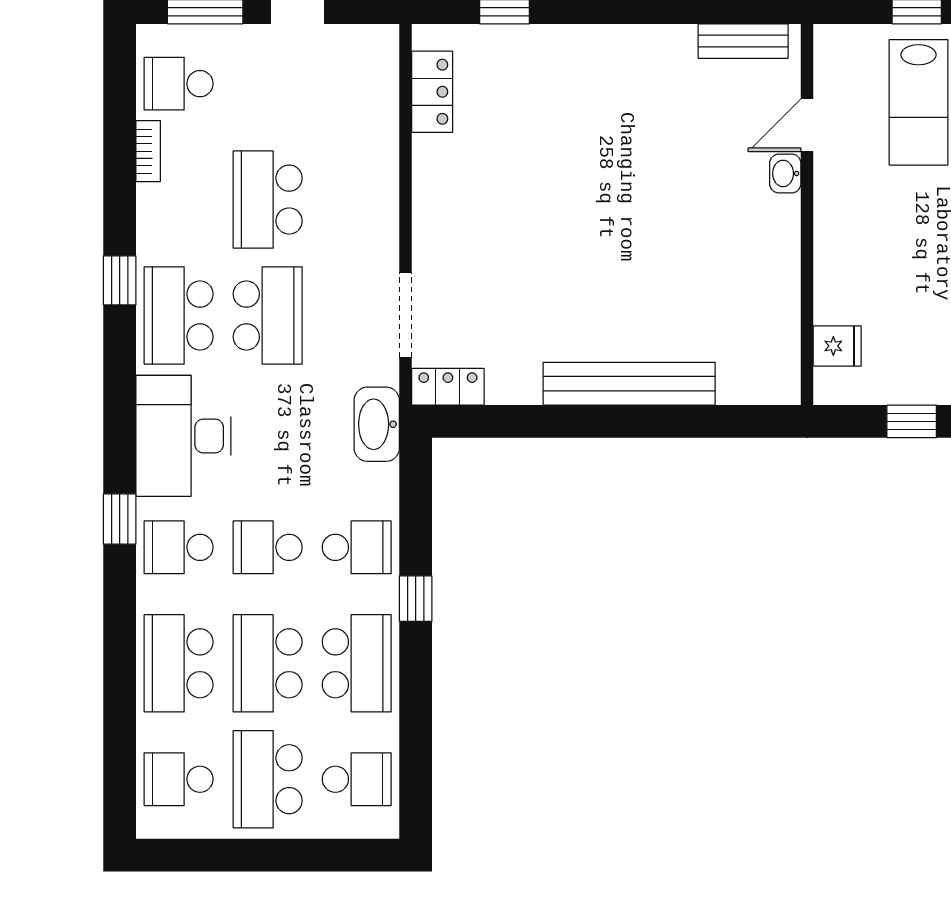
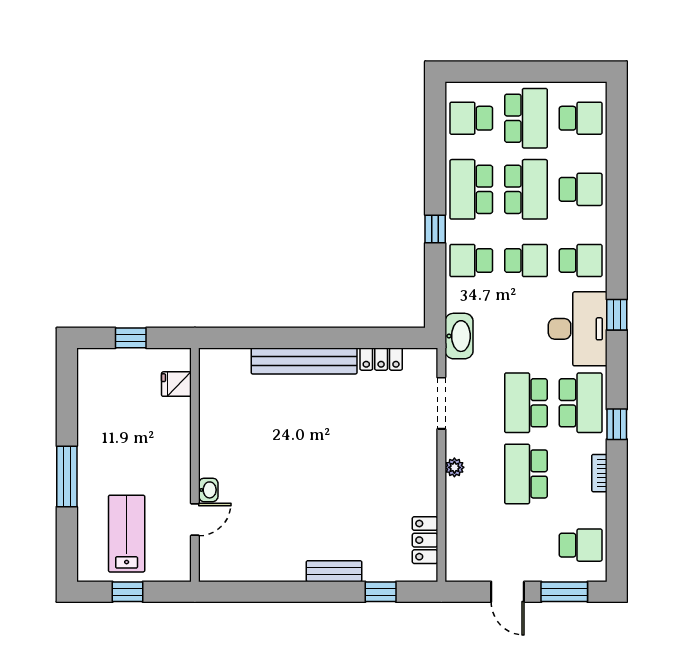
bench: (743, 41) -> (334, 571), moved
bookcase: (148, 151) -> (599, 473), moved
school desk: (268, 200) -> (526, 474), turned 180
plant: (384, 210) -> (454, 467), added
locker: (448, 387) -> (381, 359), moved
window: (120, 519) -> (617, 315), moved
school desk: (179, 663) -> (581, 189), width x0.54

